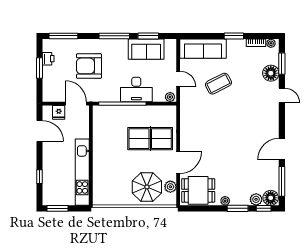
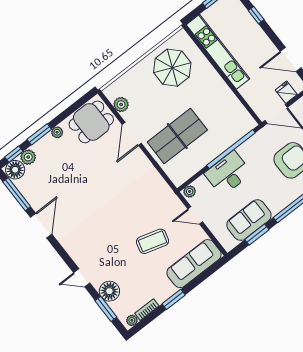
coffee table: (218, 84) -> (152, 241), turned 43
parasol: (147, 187) -> (172, 68), moved

